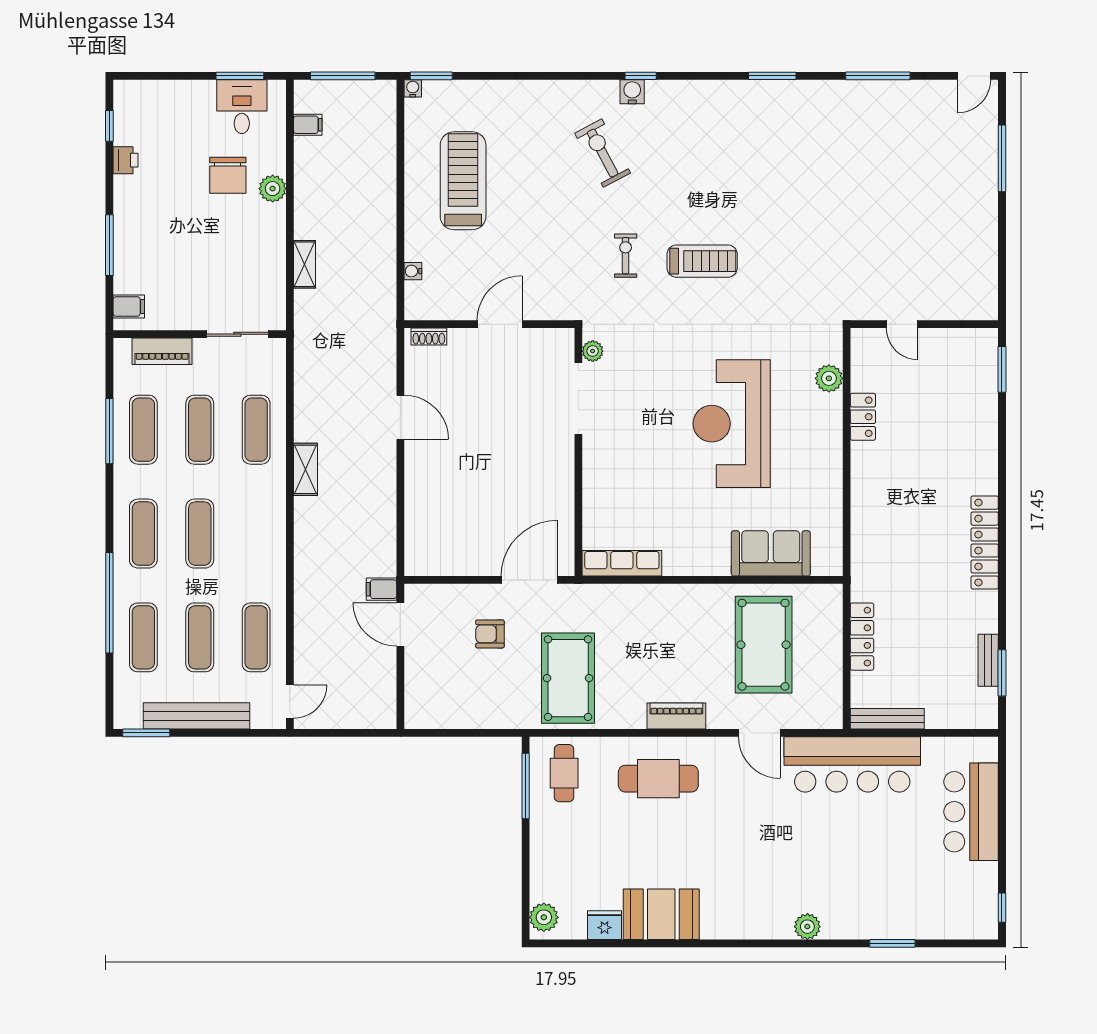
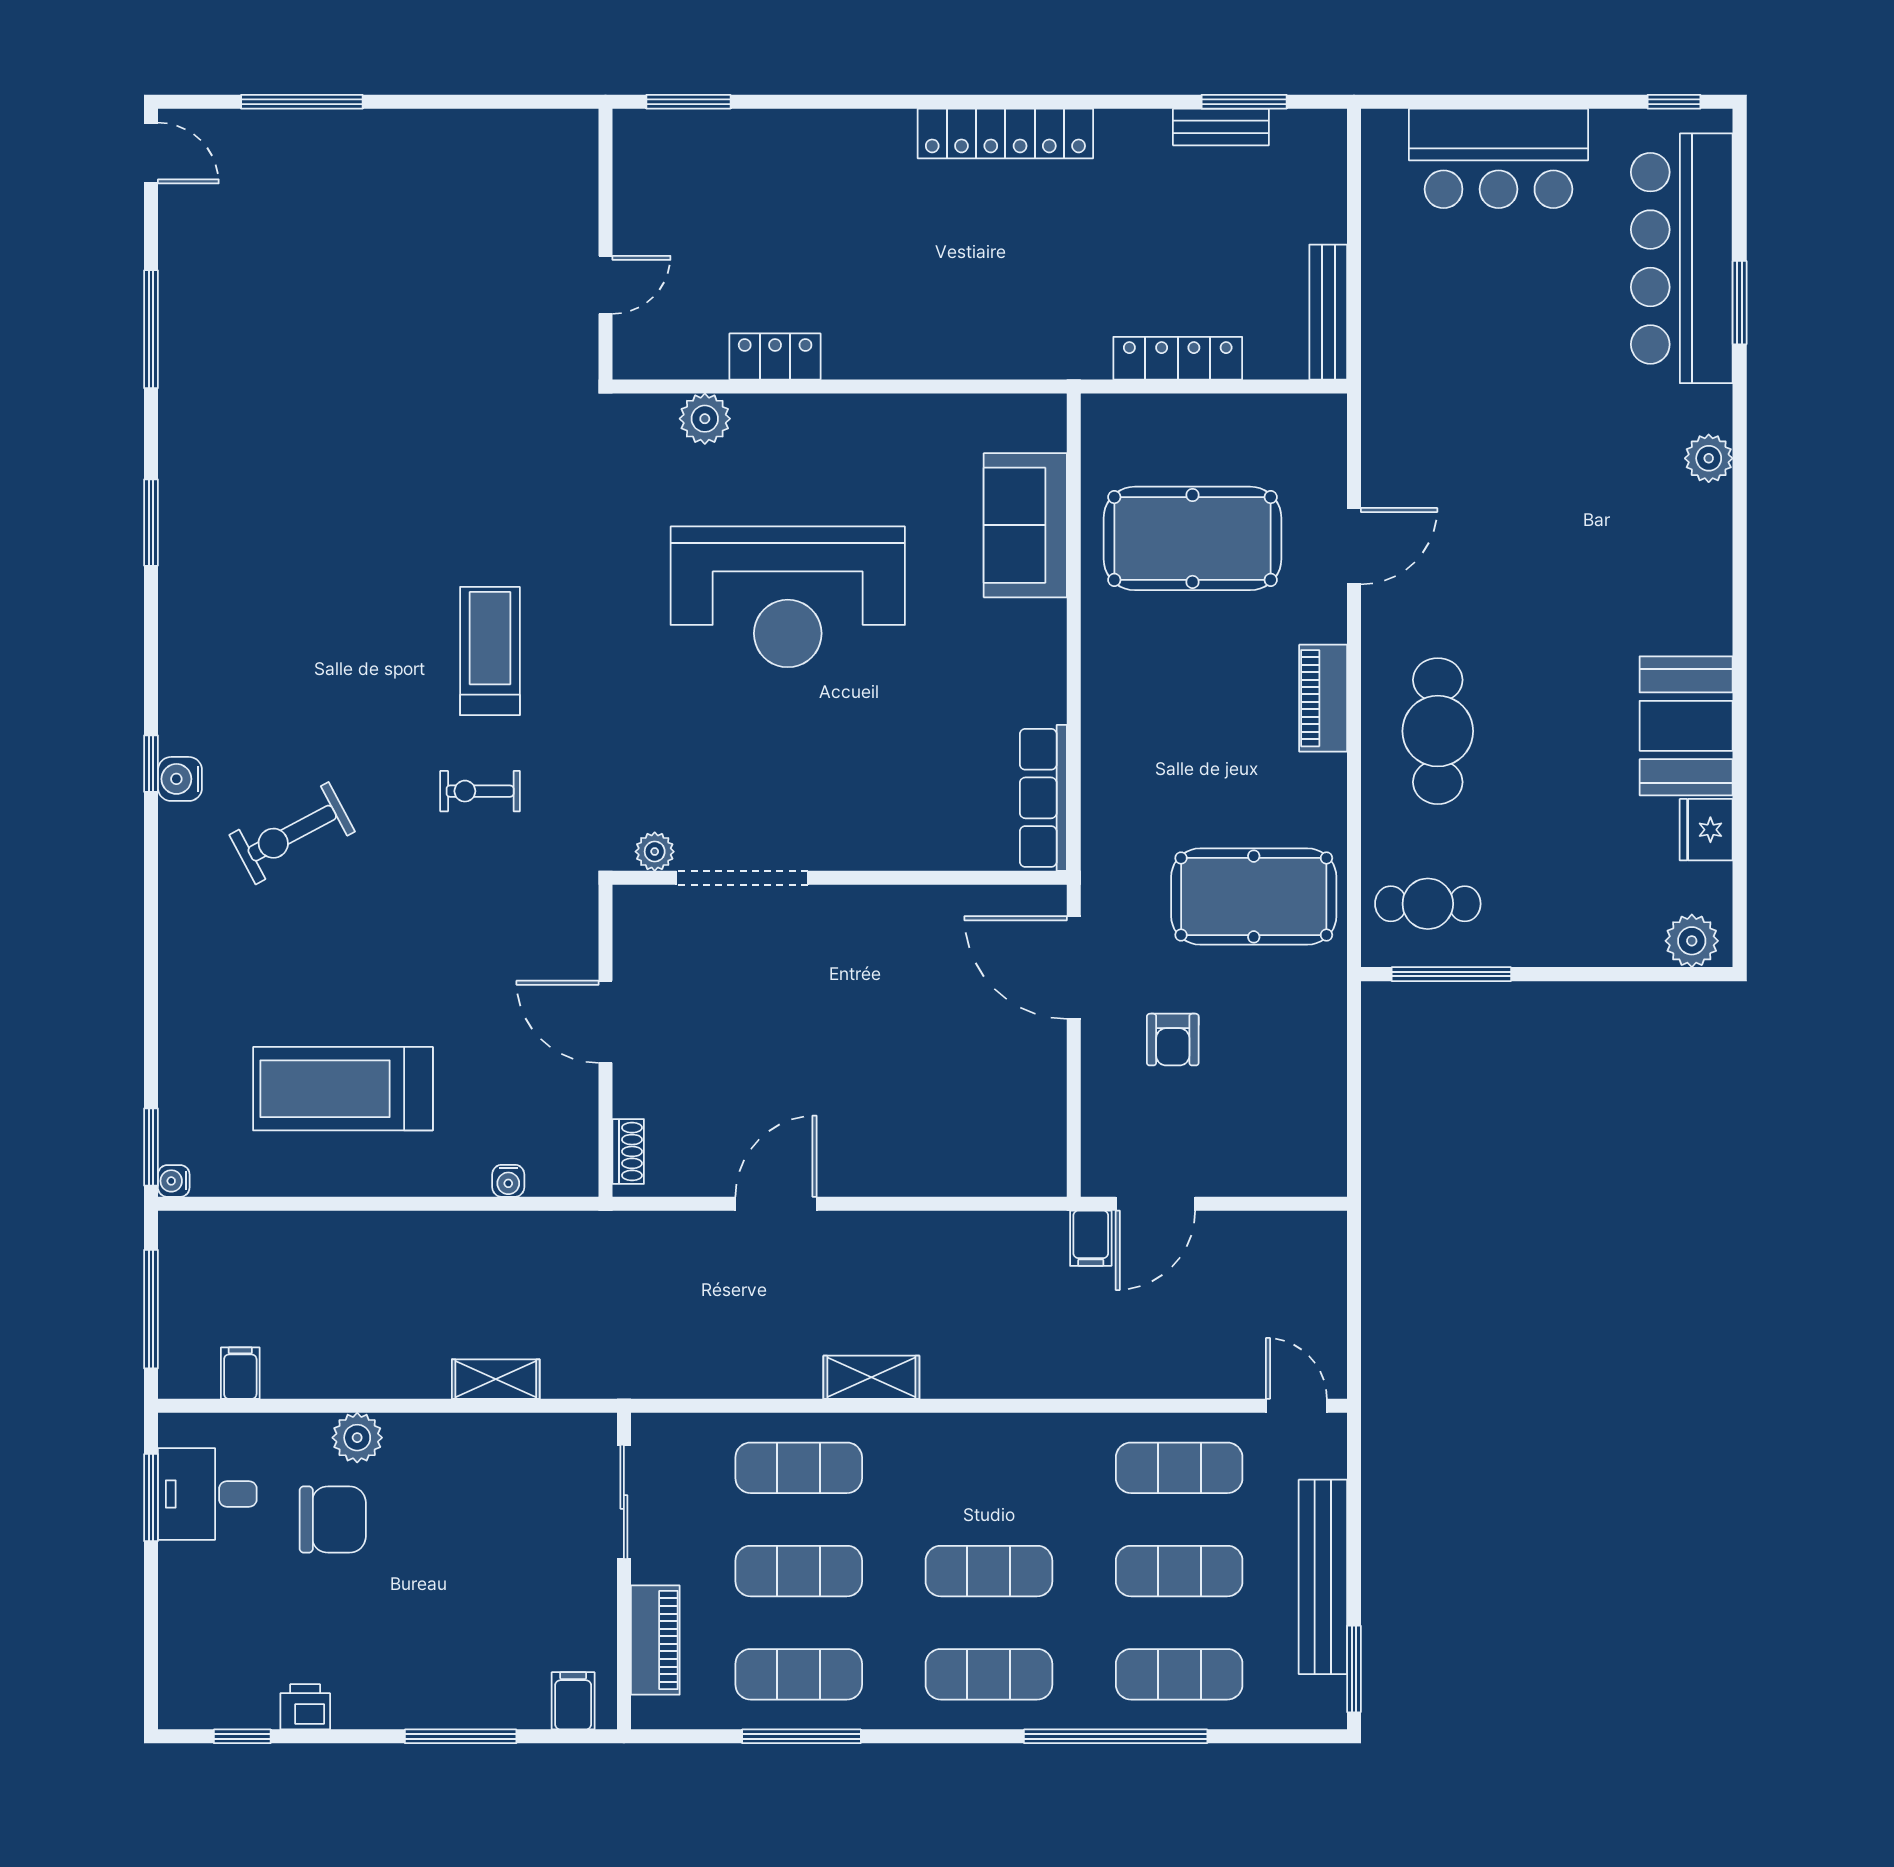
bar counter: (852, 764) -> (1682, 258), moved, turned 180

